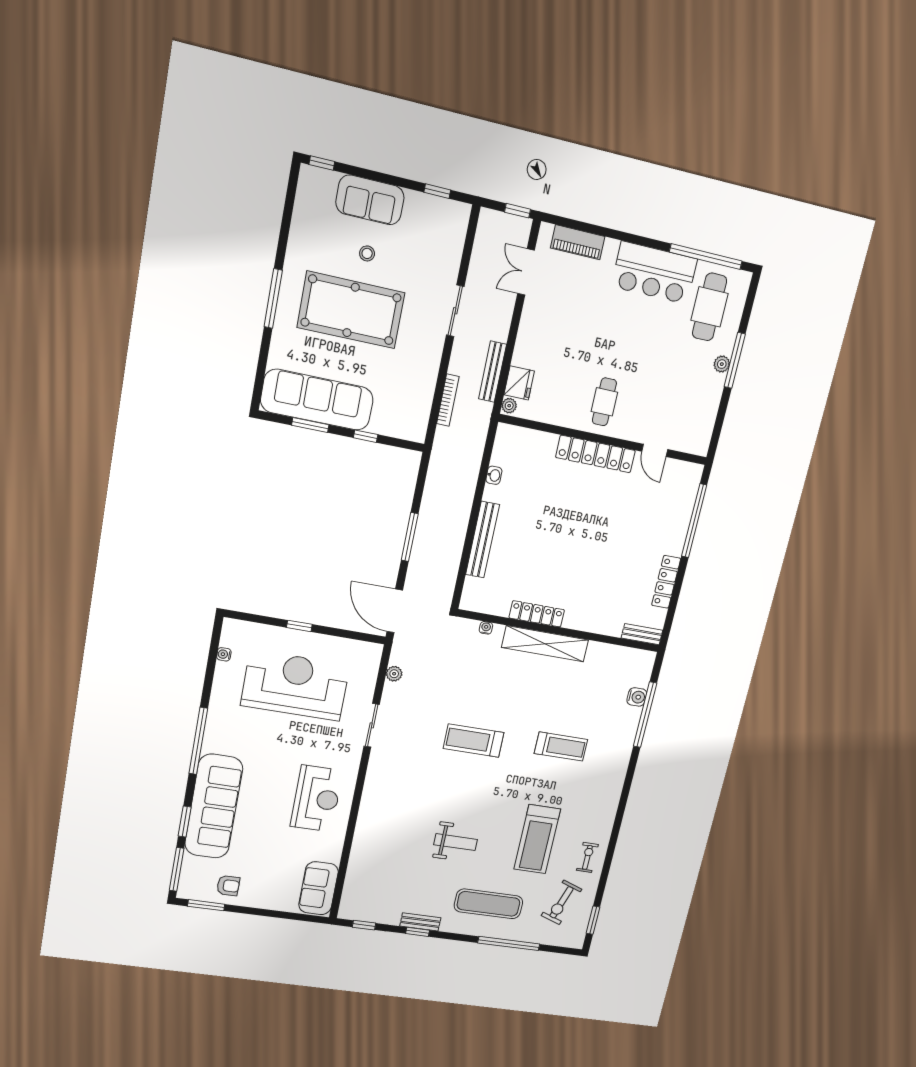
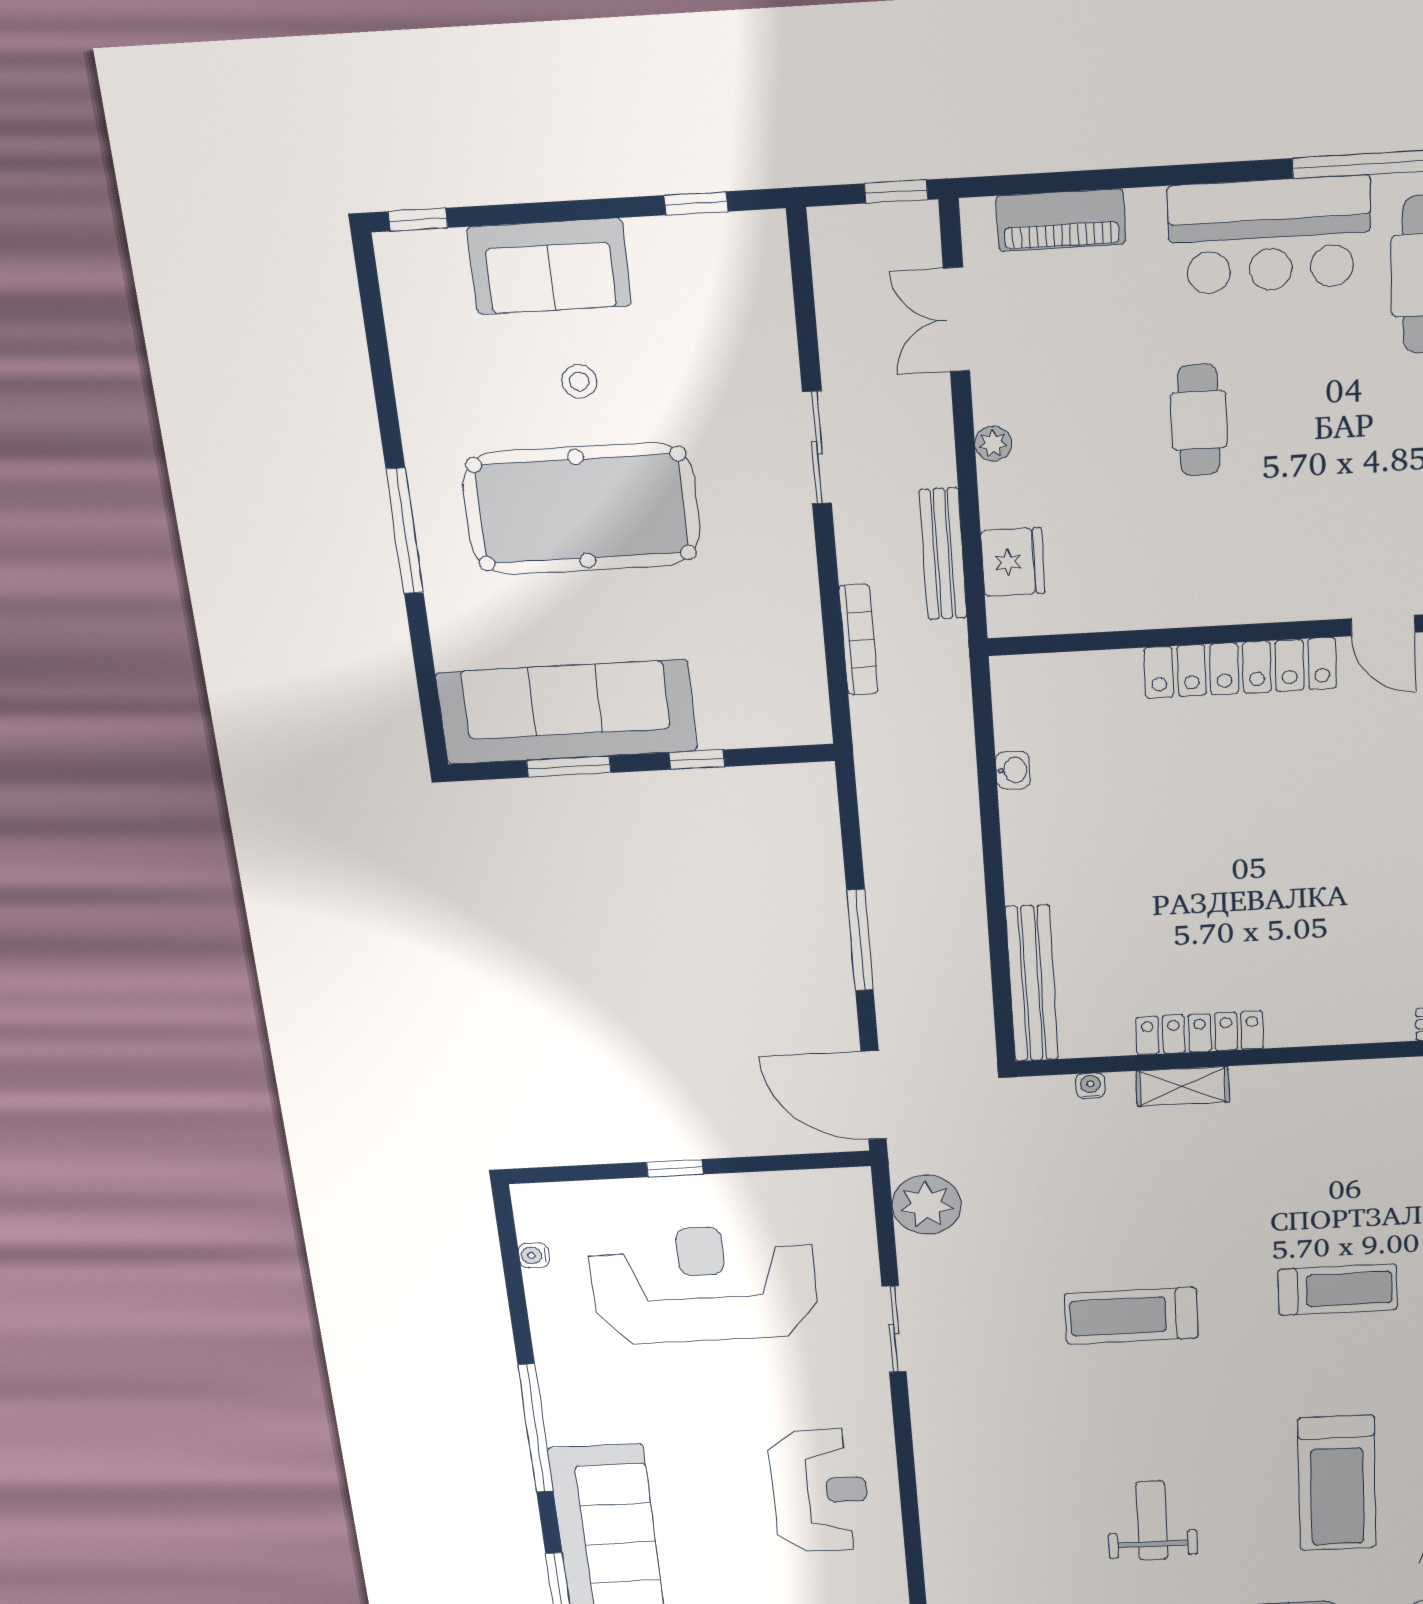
cafe table: (604, 402) -> (1199, 420), moved
plant: (509, 406) -> (993, 444), moved
bench: (482, 540) -> (1032, 984), moved
shelving: (545, 644) -> (1183, 1087), width x0.45, depth x0.75
plant: (394, 674) -> (926, 1205), width x1.87, depth x1.87
weight bench: (456, 842) -> (1152, 1521), turned -90

